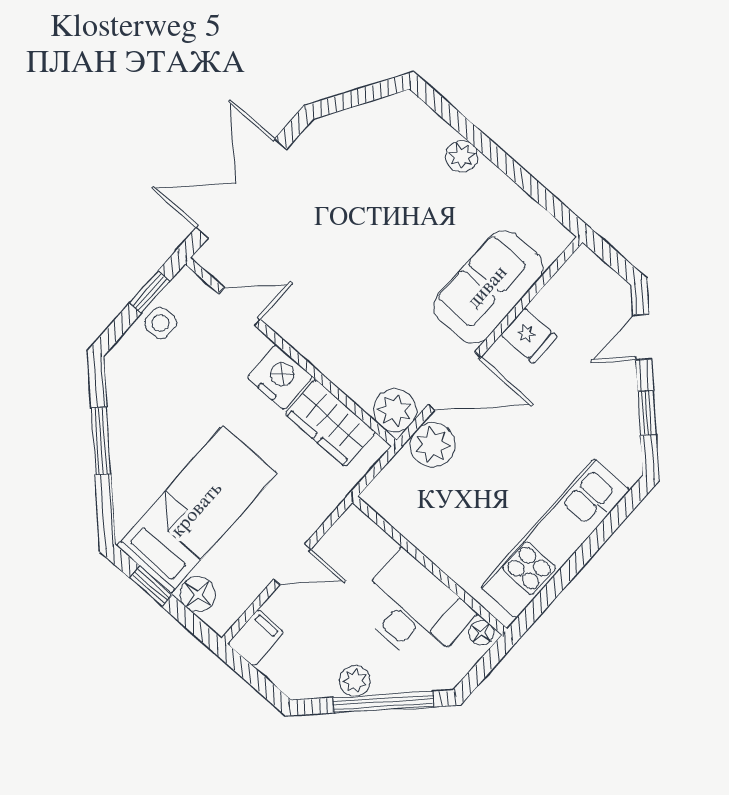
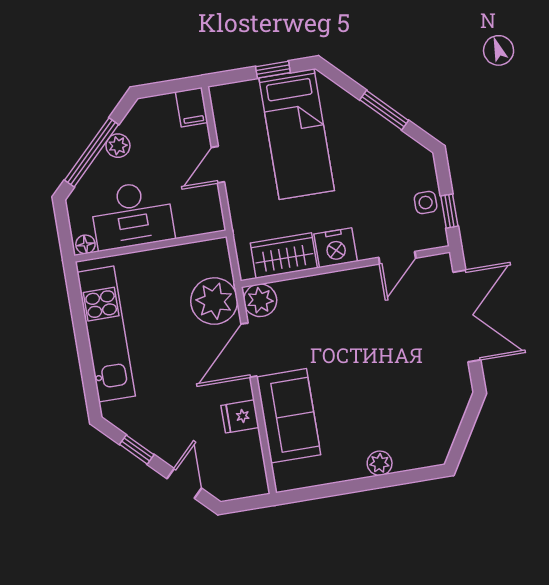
plant: (433, 445) -> (214, 301), width x1.36, depth x1.36
floor lamp: (198, 594) -> (246, 94), removed

